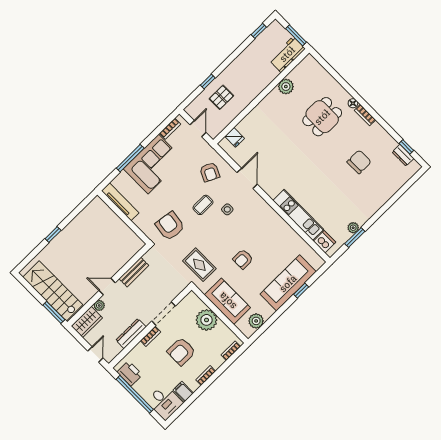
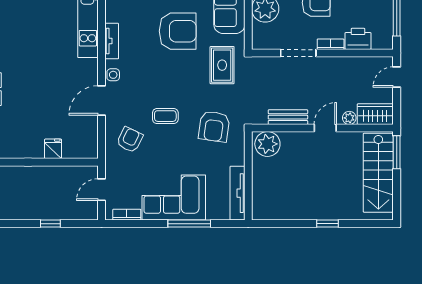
pallet: (221, 97) -> (52, 197), removed
fridge: (235, 137) -> (53, 149), moved
side table: (227, 209) -> (113, 75), moved
tv unit: (274, 217) -> (112, 41), added
plant: (131, 246) -> (267, 144), added
armchair: (243, 259) -> (178, 31), width x1.88, depth x1.88
door: (107, 287) -> (325, 128), swing flipped
dresser: (131, 334) -> (346, 64), removed
printer: (130, 373) -> (358, 39), moved, turned 90

